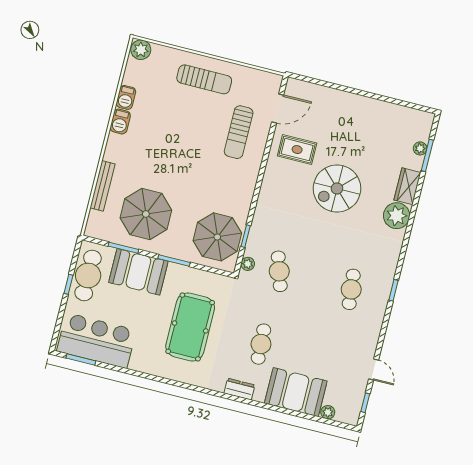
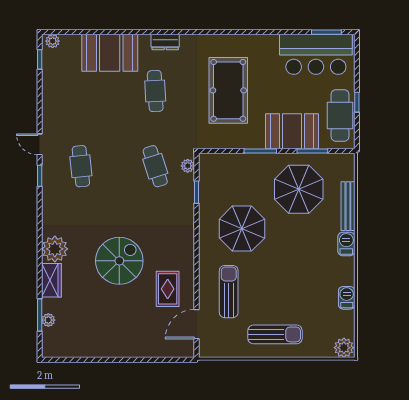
sun lounger: (204, 79) -> (275, 334), turned 180
barbecue: (120, 122) -> (346, 244), moved
rug: (297, 150) -> (168, 289), turned 90
parasol: (217, 237) -> (242, 229), moved
door: (374, 369) -> (40, 144), moved
plant: (328, 412) -> (53, 41), moved

